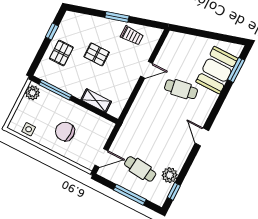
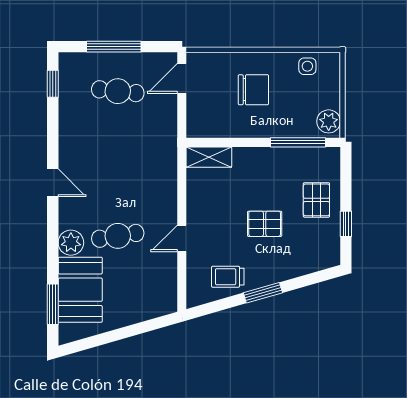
shelving: (96, 101) -> (209, 157), moved
plant: (170, 175) -> (71, 243), moved

